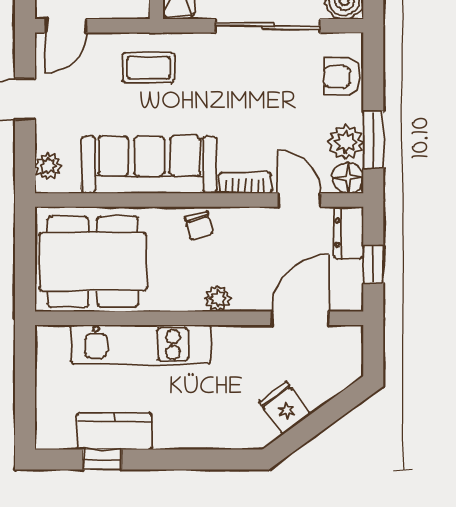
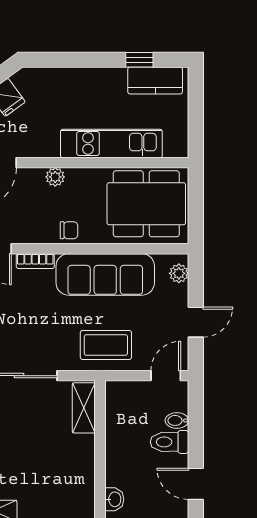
coffee table: (148, 68) -> (106, 345), width x1.36, depth x1.30
chair: (199, 225) -> (69, 230), turned 105
kitchen counter: (114, 431) -> (155, 80), moved

